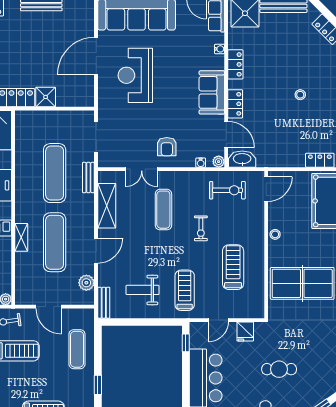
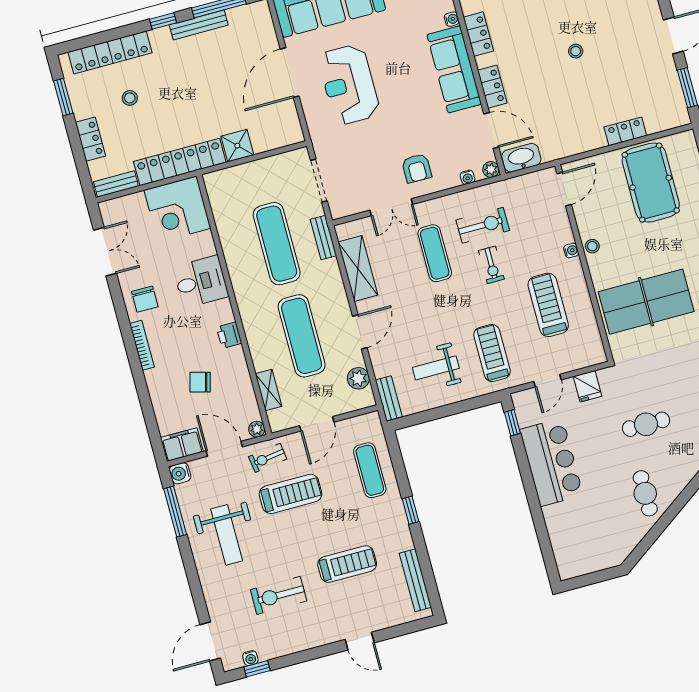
sofa: (212, 92) -> (454, 69), width x1.36
exercise bike: (227, 190) -> (483, 225), moved
water cooler: (259, 233) -> (571, 251), added
shelving: (21, 237) -> (269, 390), moved
door: (49, 307) -> (317, 424), hinge flipped

